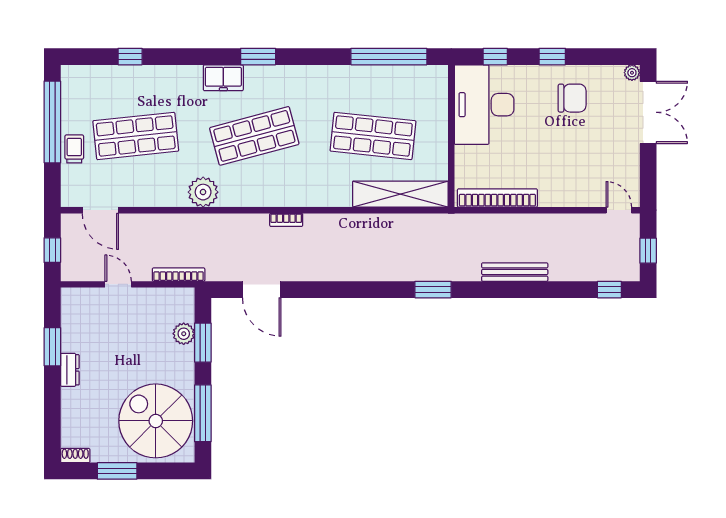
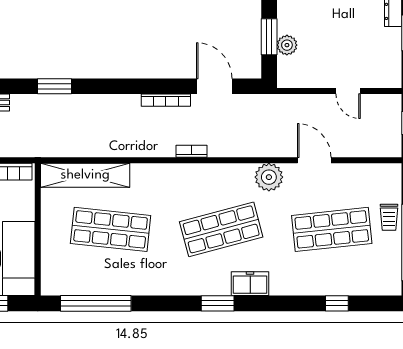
door: (100, 210) -> (314, 160), moved
bookcase: (179, 275) -> (166, 100), moved

